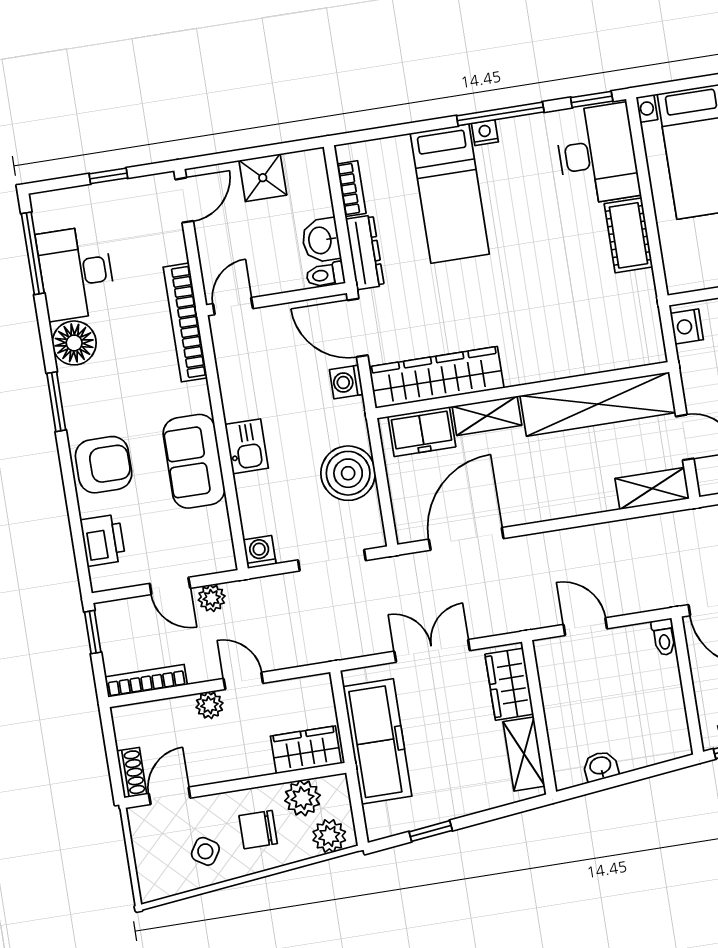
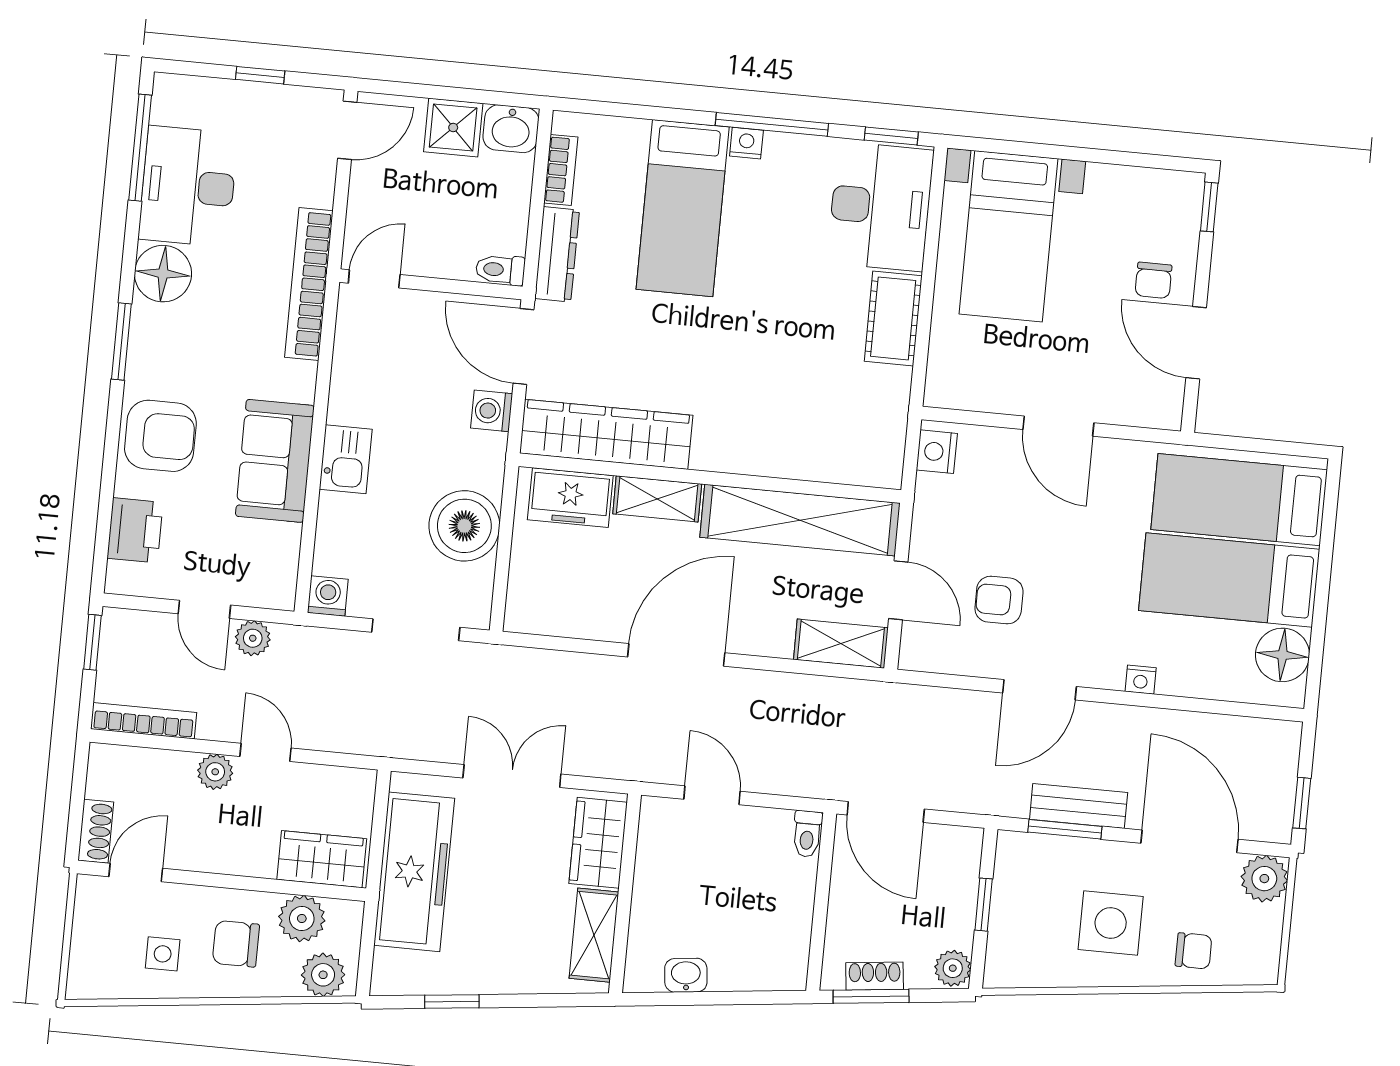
washbasin: (321, 240) -> (511, 129), moved, turned -90
door: (466, 539) -> (676, 655), moved
side table: (205, 851) -> (163, 954), turned -32

